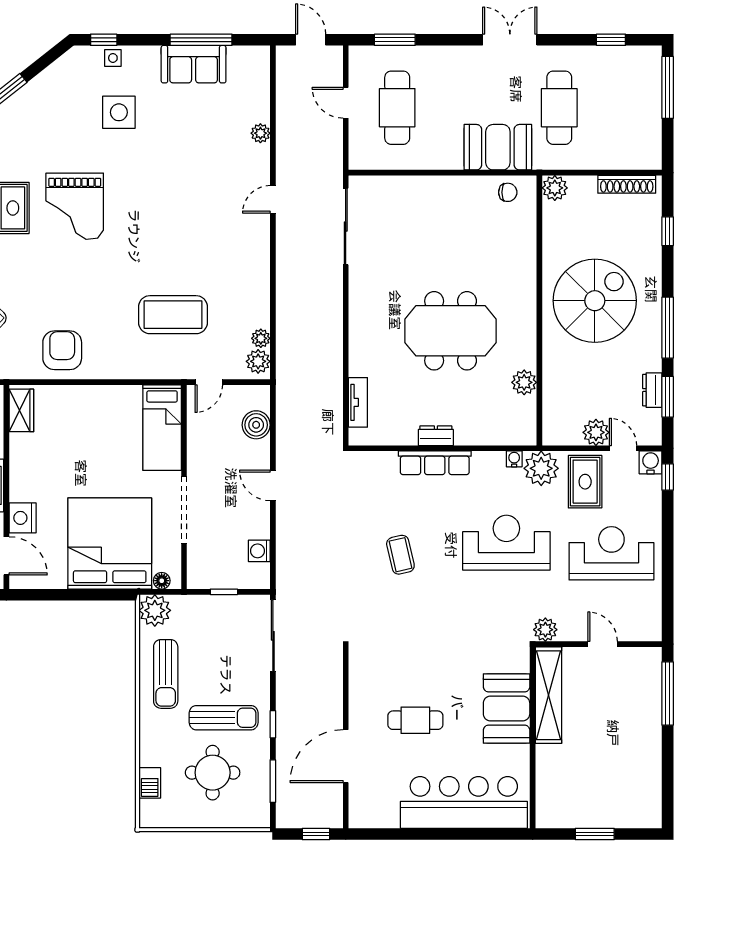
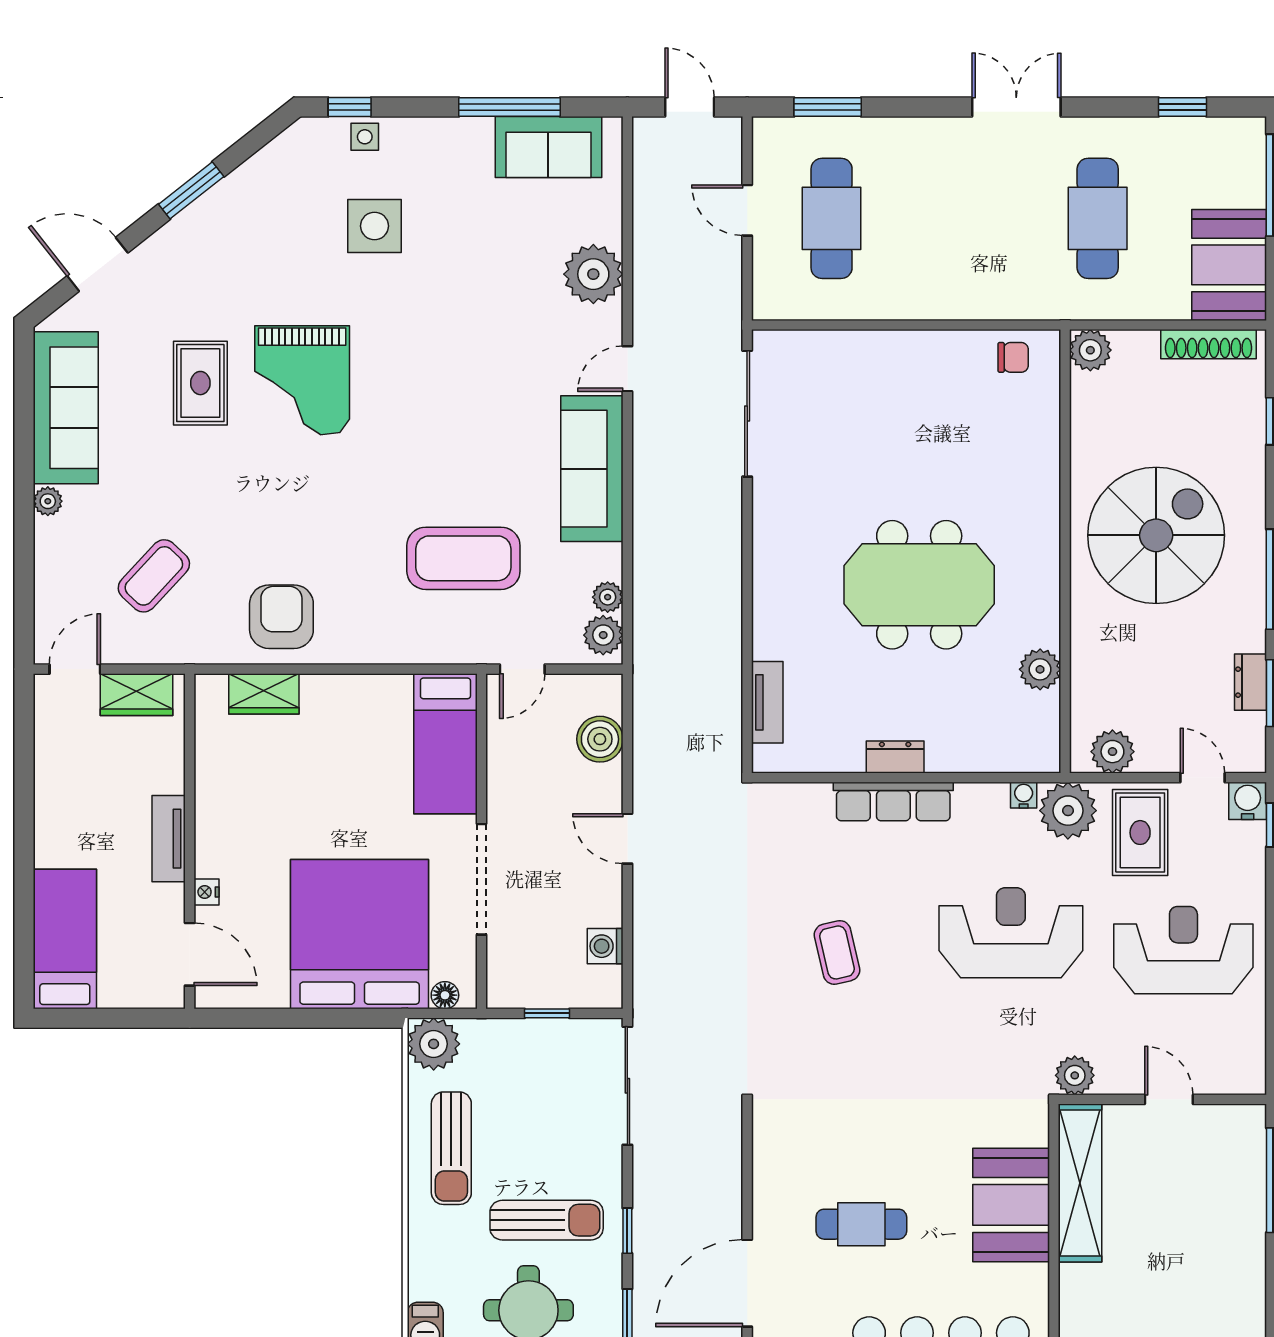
sofa: (194, 64) -> (548, 147), moved
plant: (260, 133) -> (593, 274), width x1.88, depth x1.88
booth: (498, 147) -> (1229, 265), moved, turned 90
sofa: (251, 260) -> (592, 469), added
wardrobe: (21, 410) -> (264, 694), moved, turned 90
plant: (596, 432) -> (1112, 752), moved
nightstand: (23, 518) -> (207, 892), width x0.53, depth x0.56

